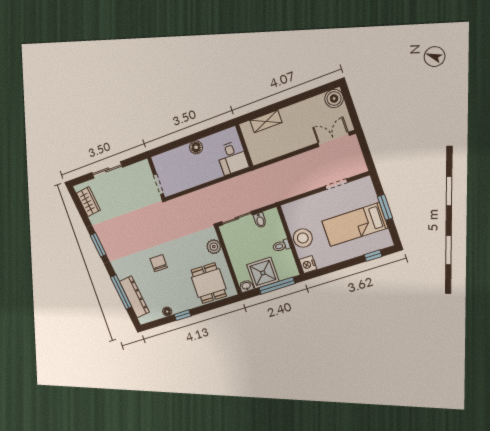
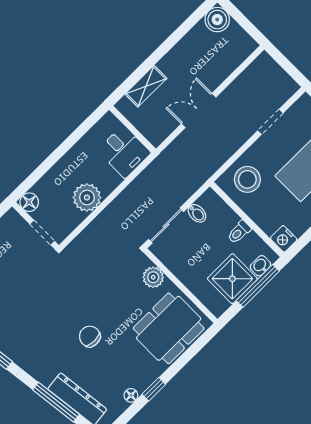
double door: (334, 139) -> (199, 110), moved
floor lamp: (196, 147) -> (29, 202), moved
plant: (196, 176) -> (87, 197), added
stool: (303, 238) -> (247, 179), moved
dining table: (209, 283) -> (169, 328), width x1.38
washbasin: (246, 286) -> (260, 266), moved

